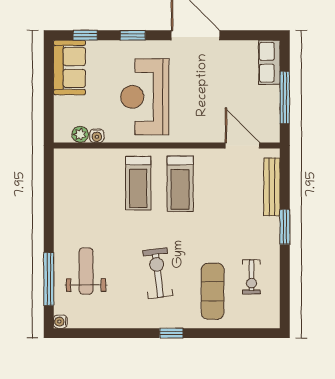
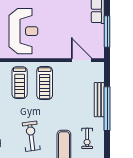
reception desk: (145, 97) -> (23, 31), turned 180
bench: (272, 187) -> (99, 100), moved
window: (285, 227) -> (107, 109), width x2.11

